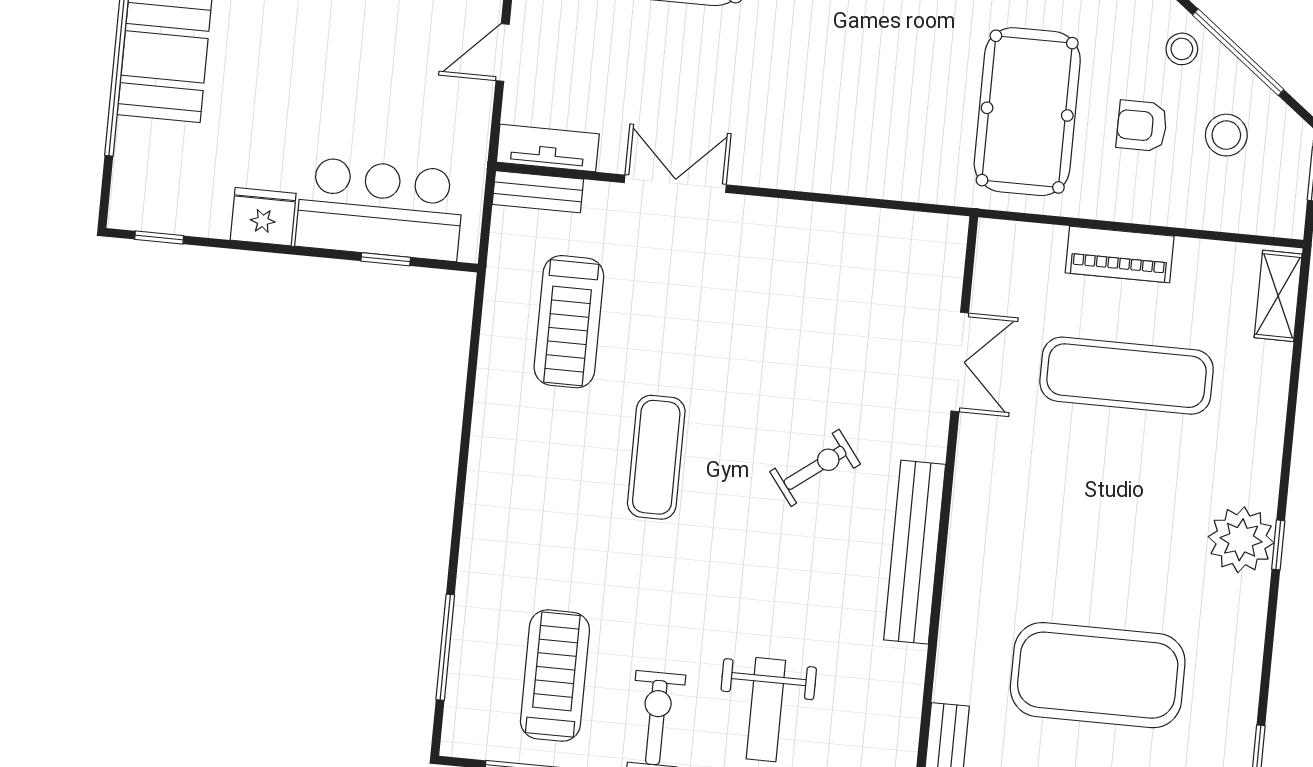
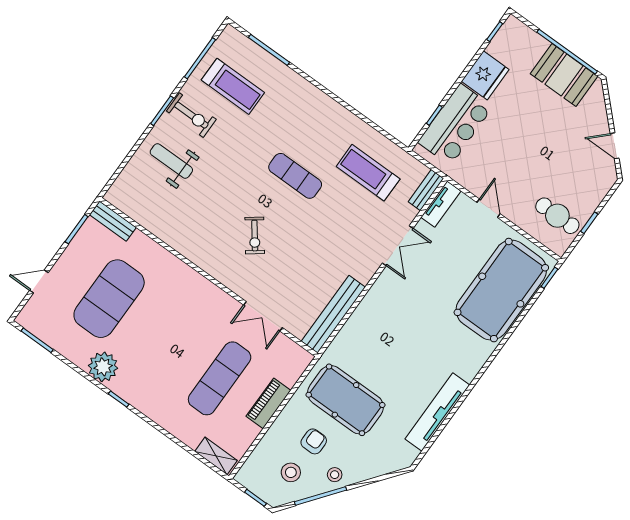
fridge: (263, 217) -> (485, 75), width x1.36, depth x1.34
plant: (1241, 540) -> (103, 367), moved
bench: (915, 552) -> (333, 314), moved, turned 90

